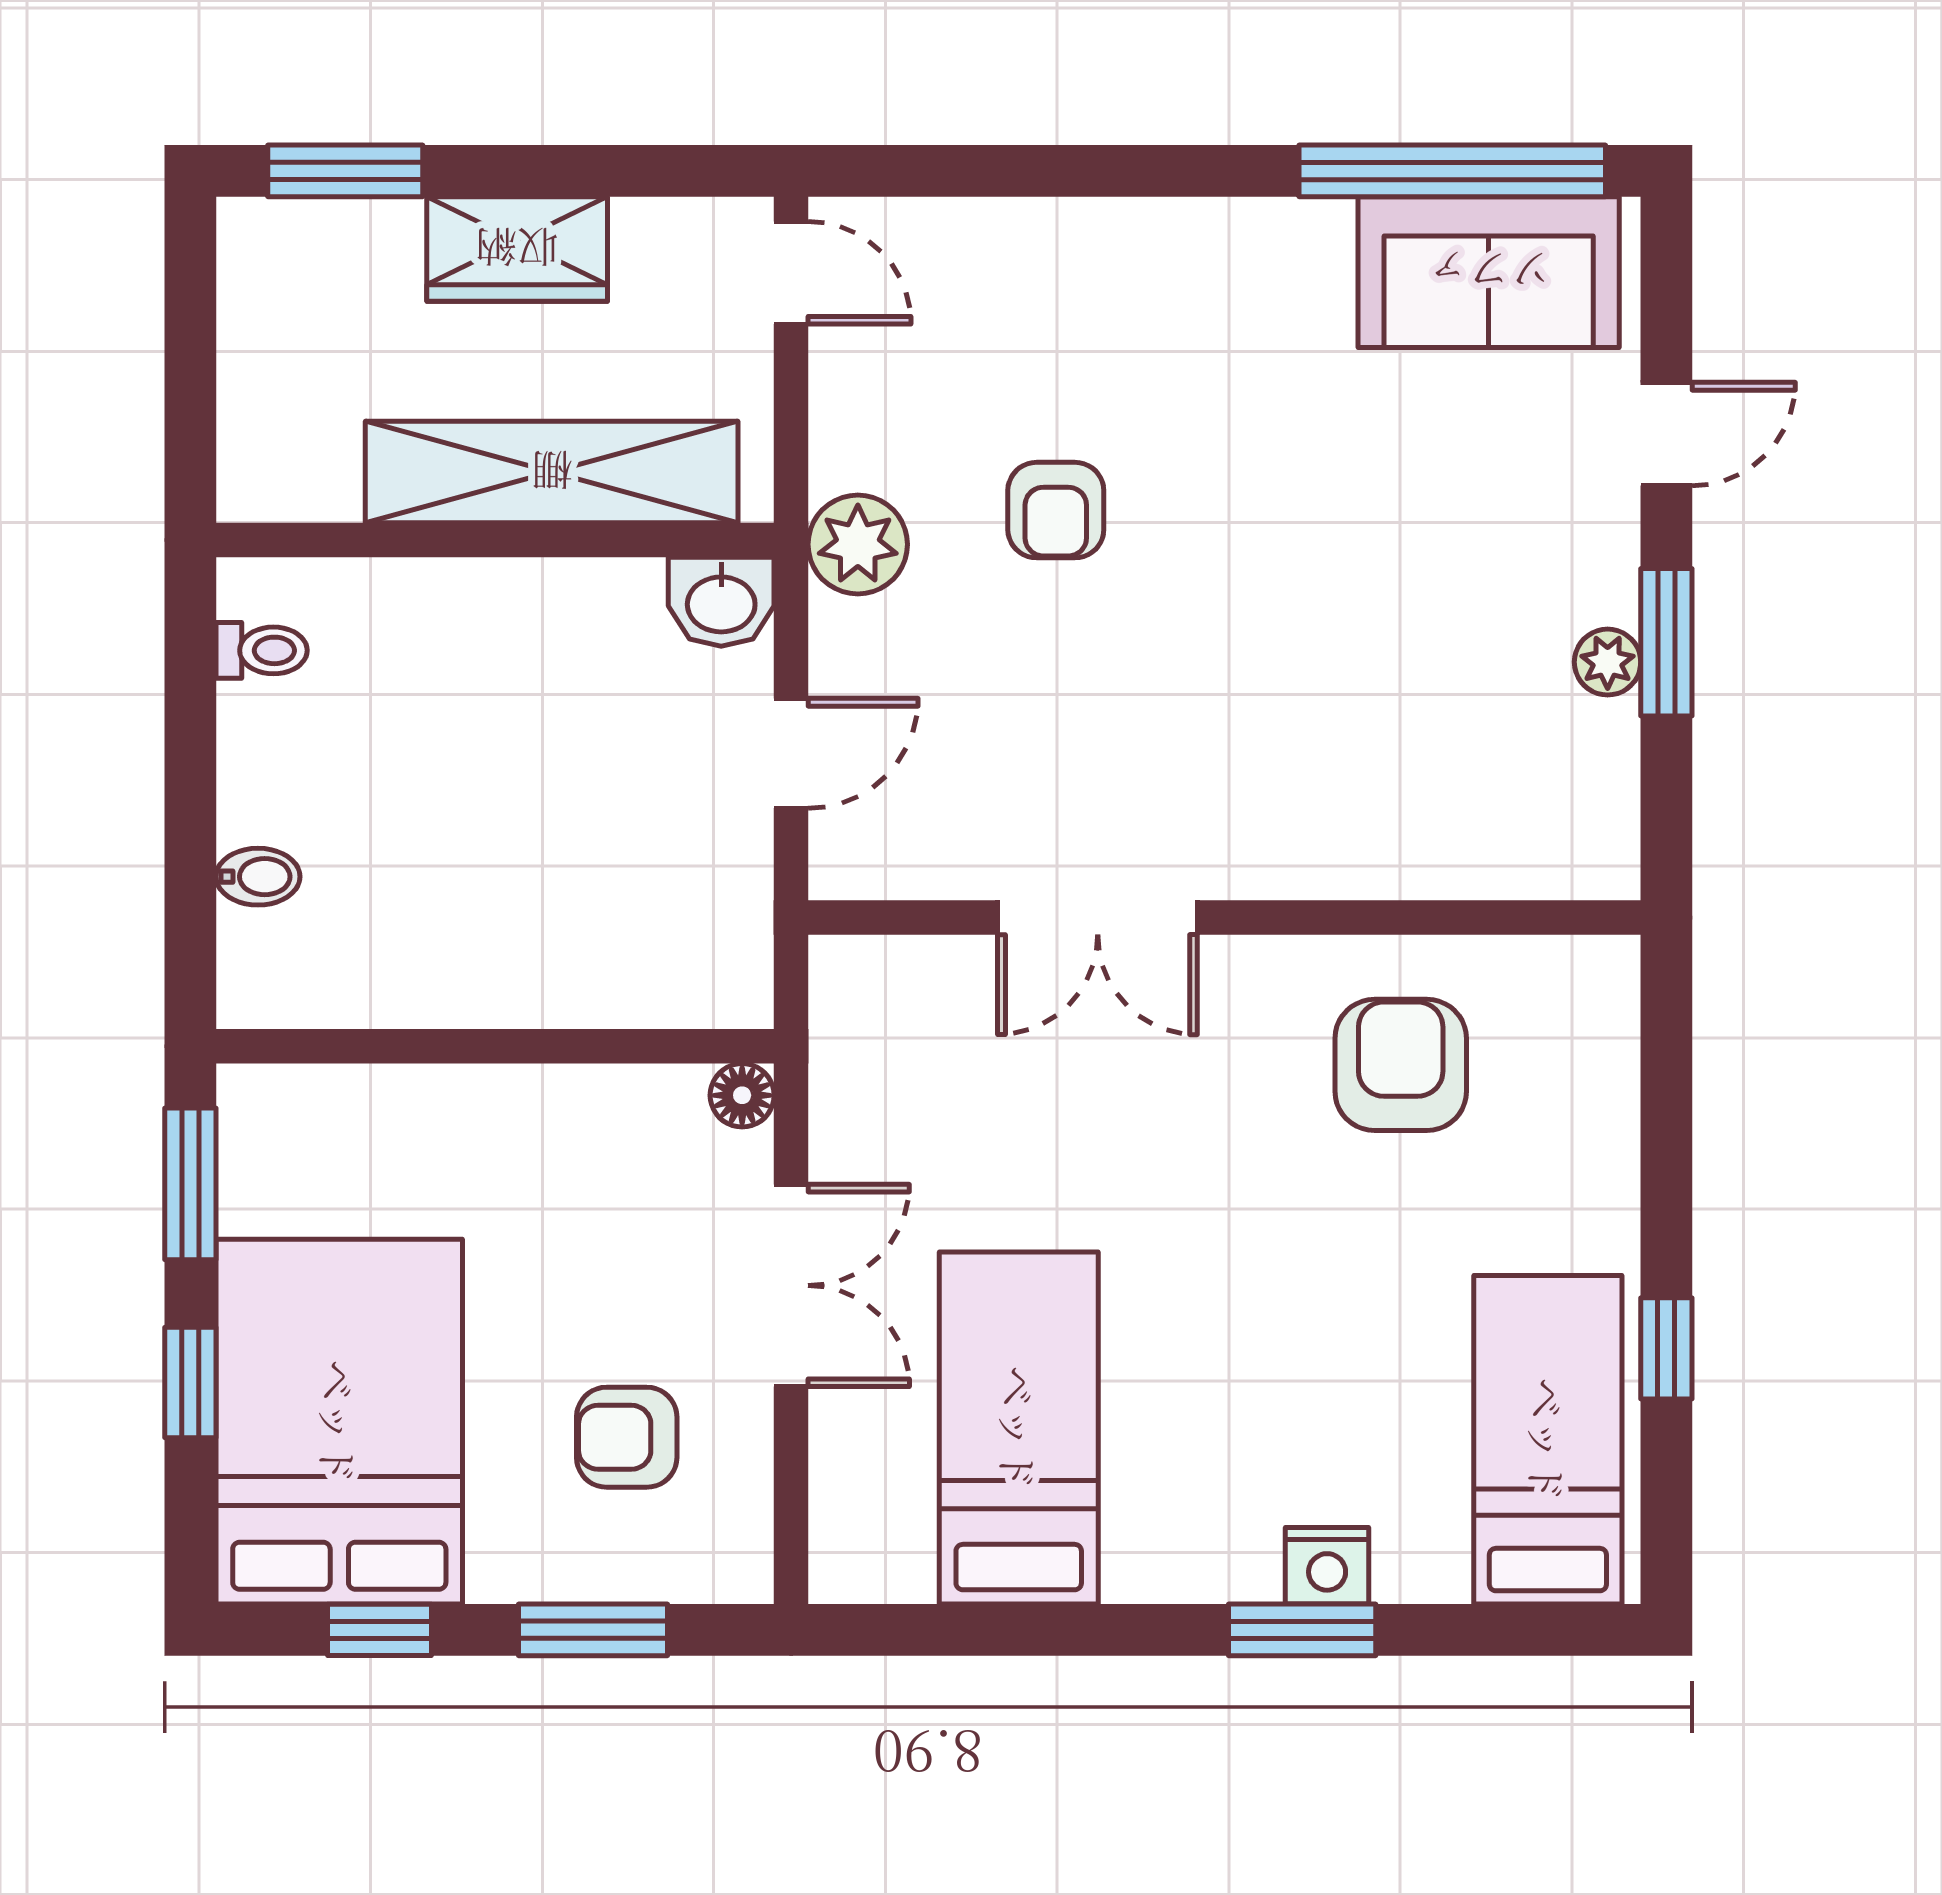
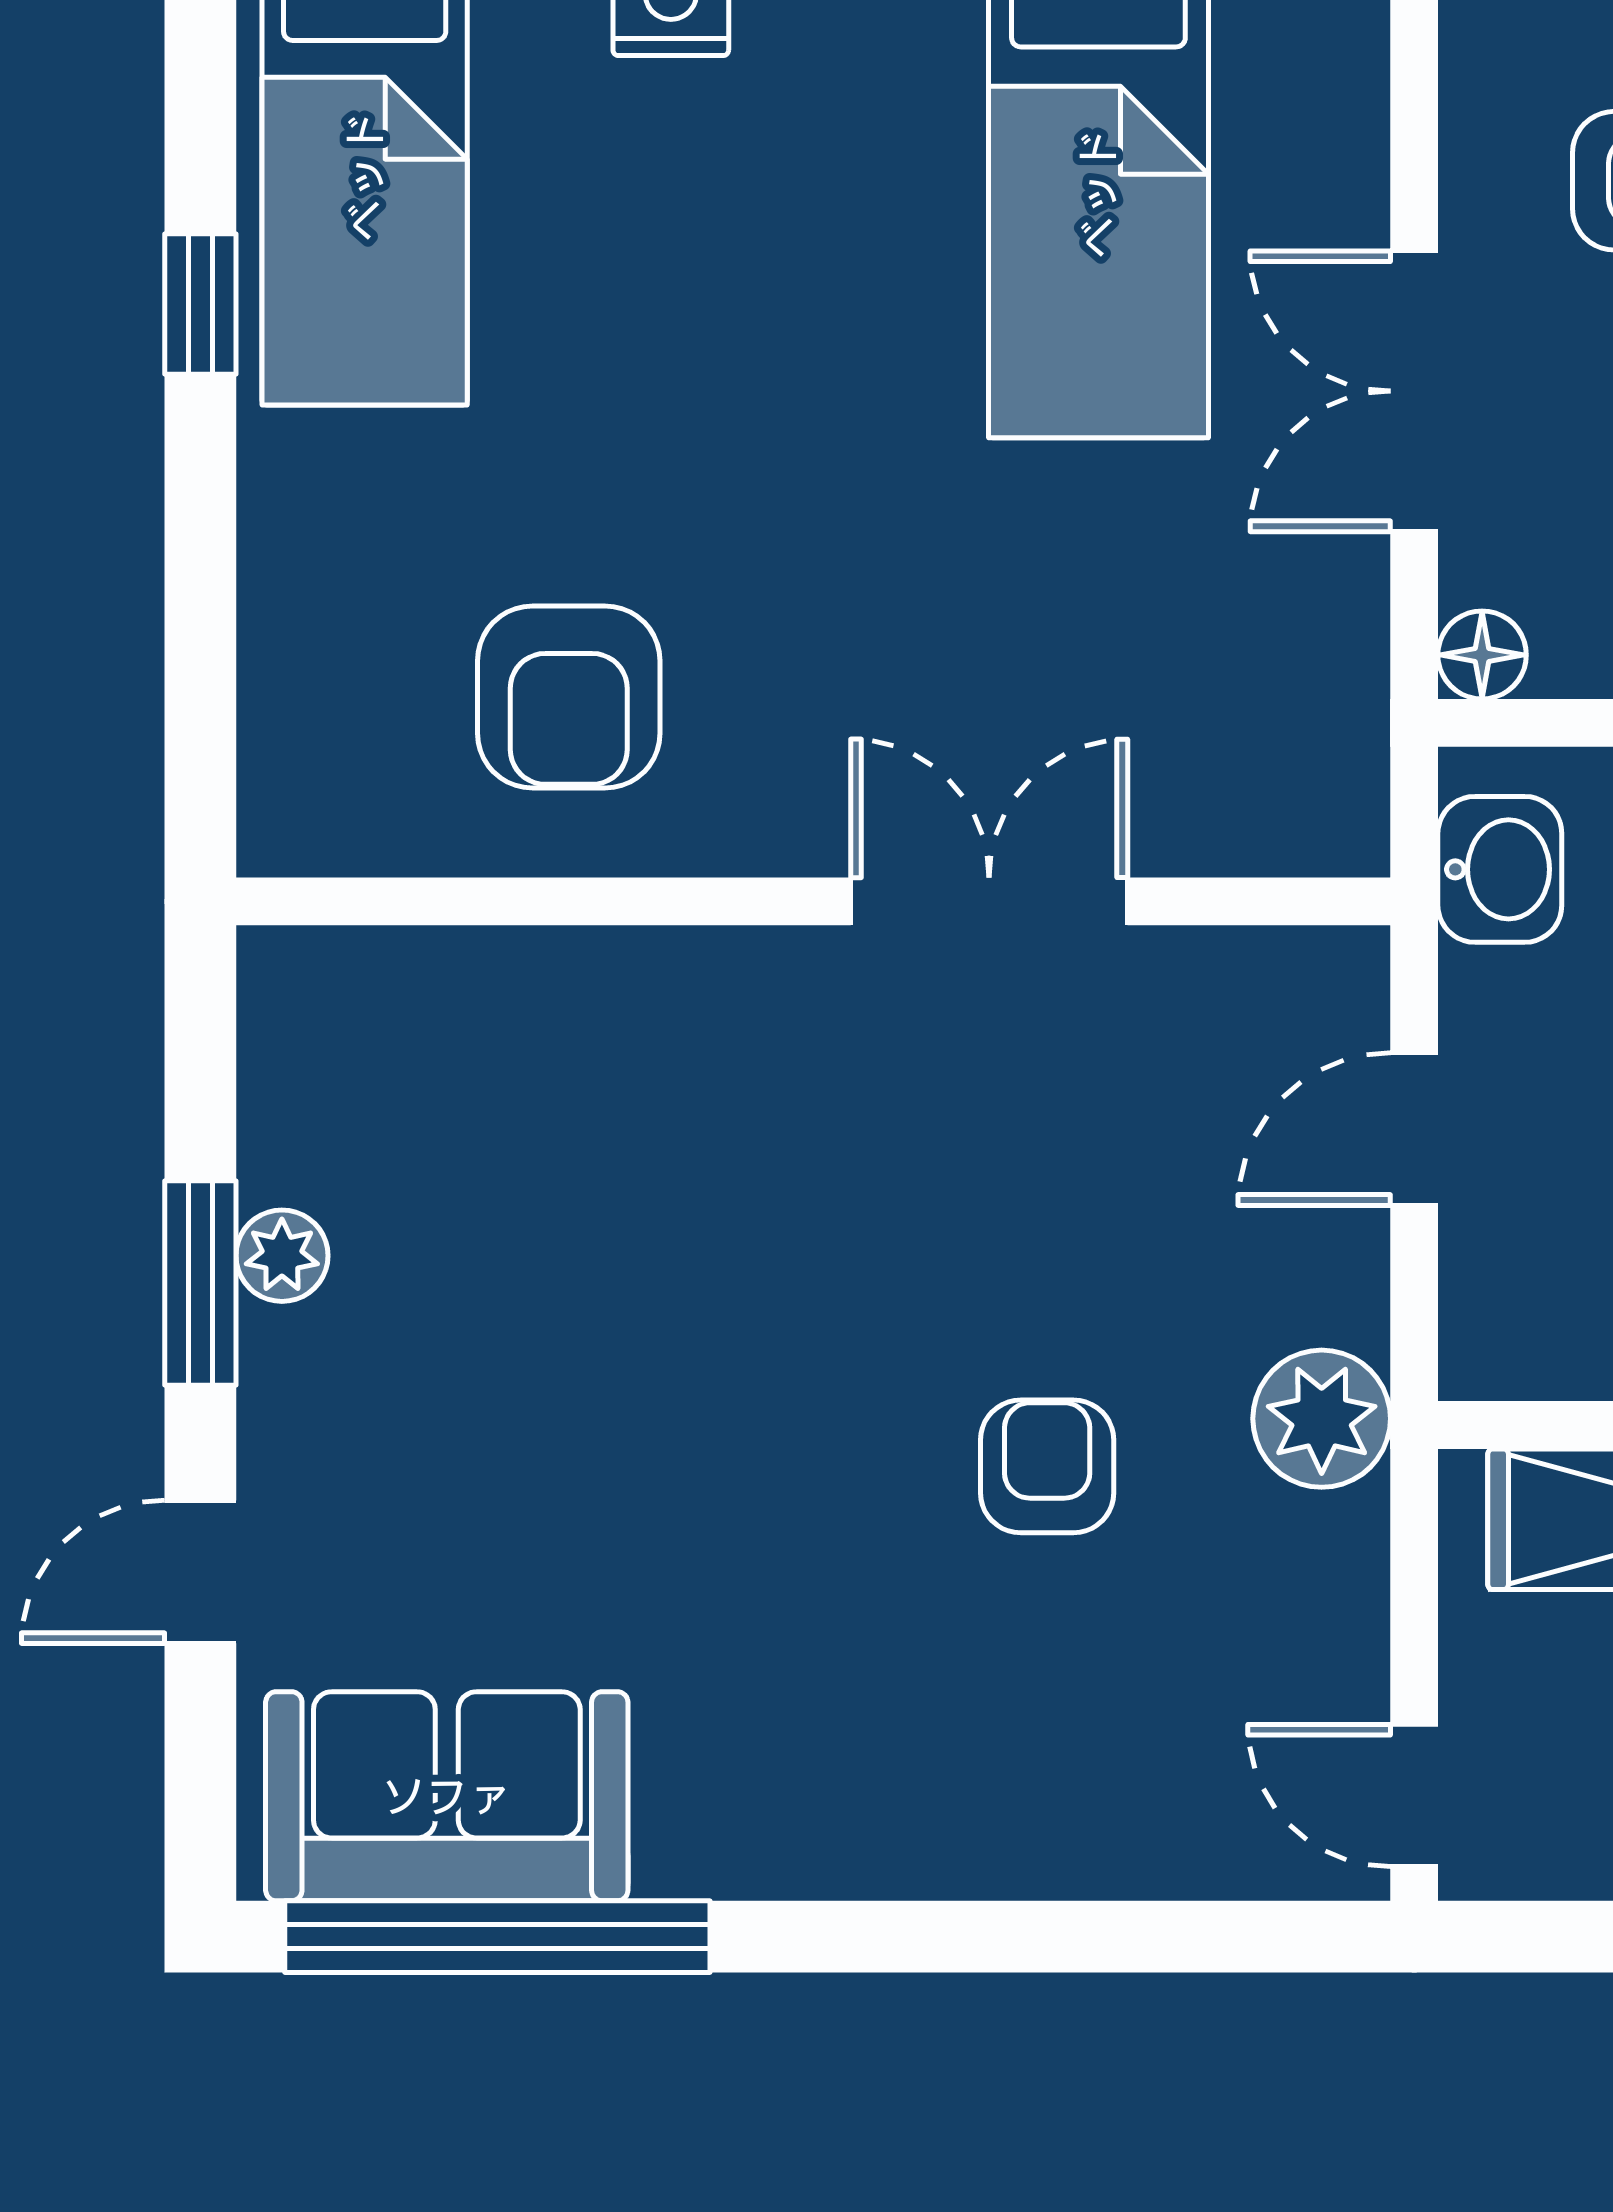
washbasin: (721, 602) -> (1500, 869), moved, turned 90

